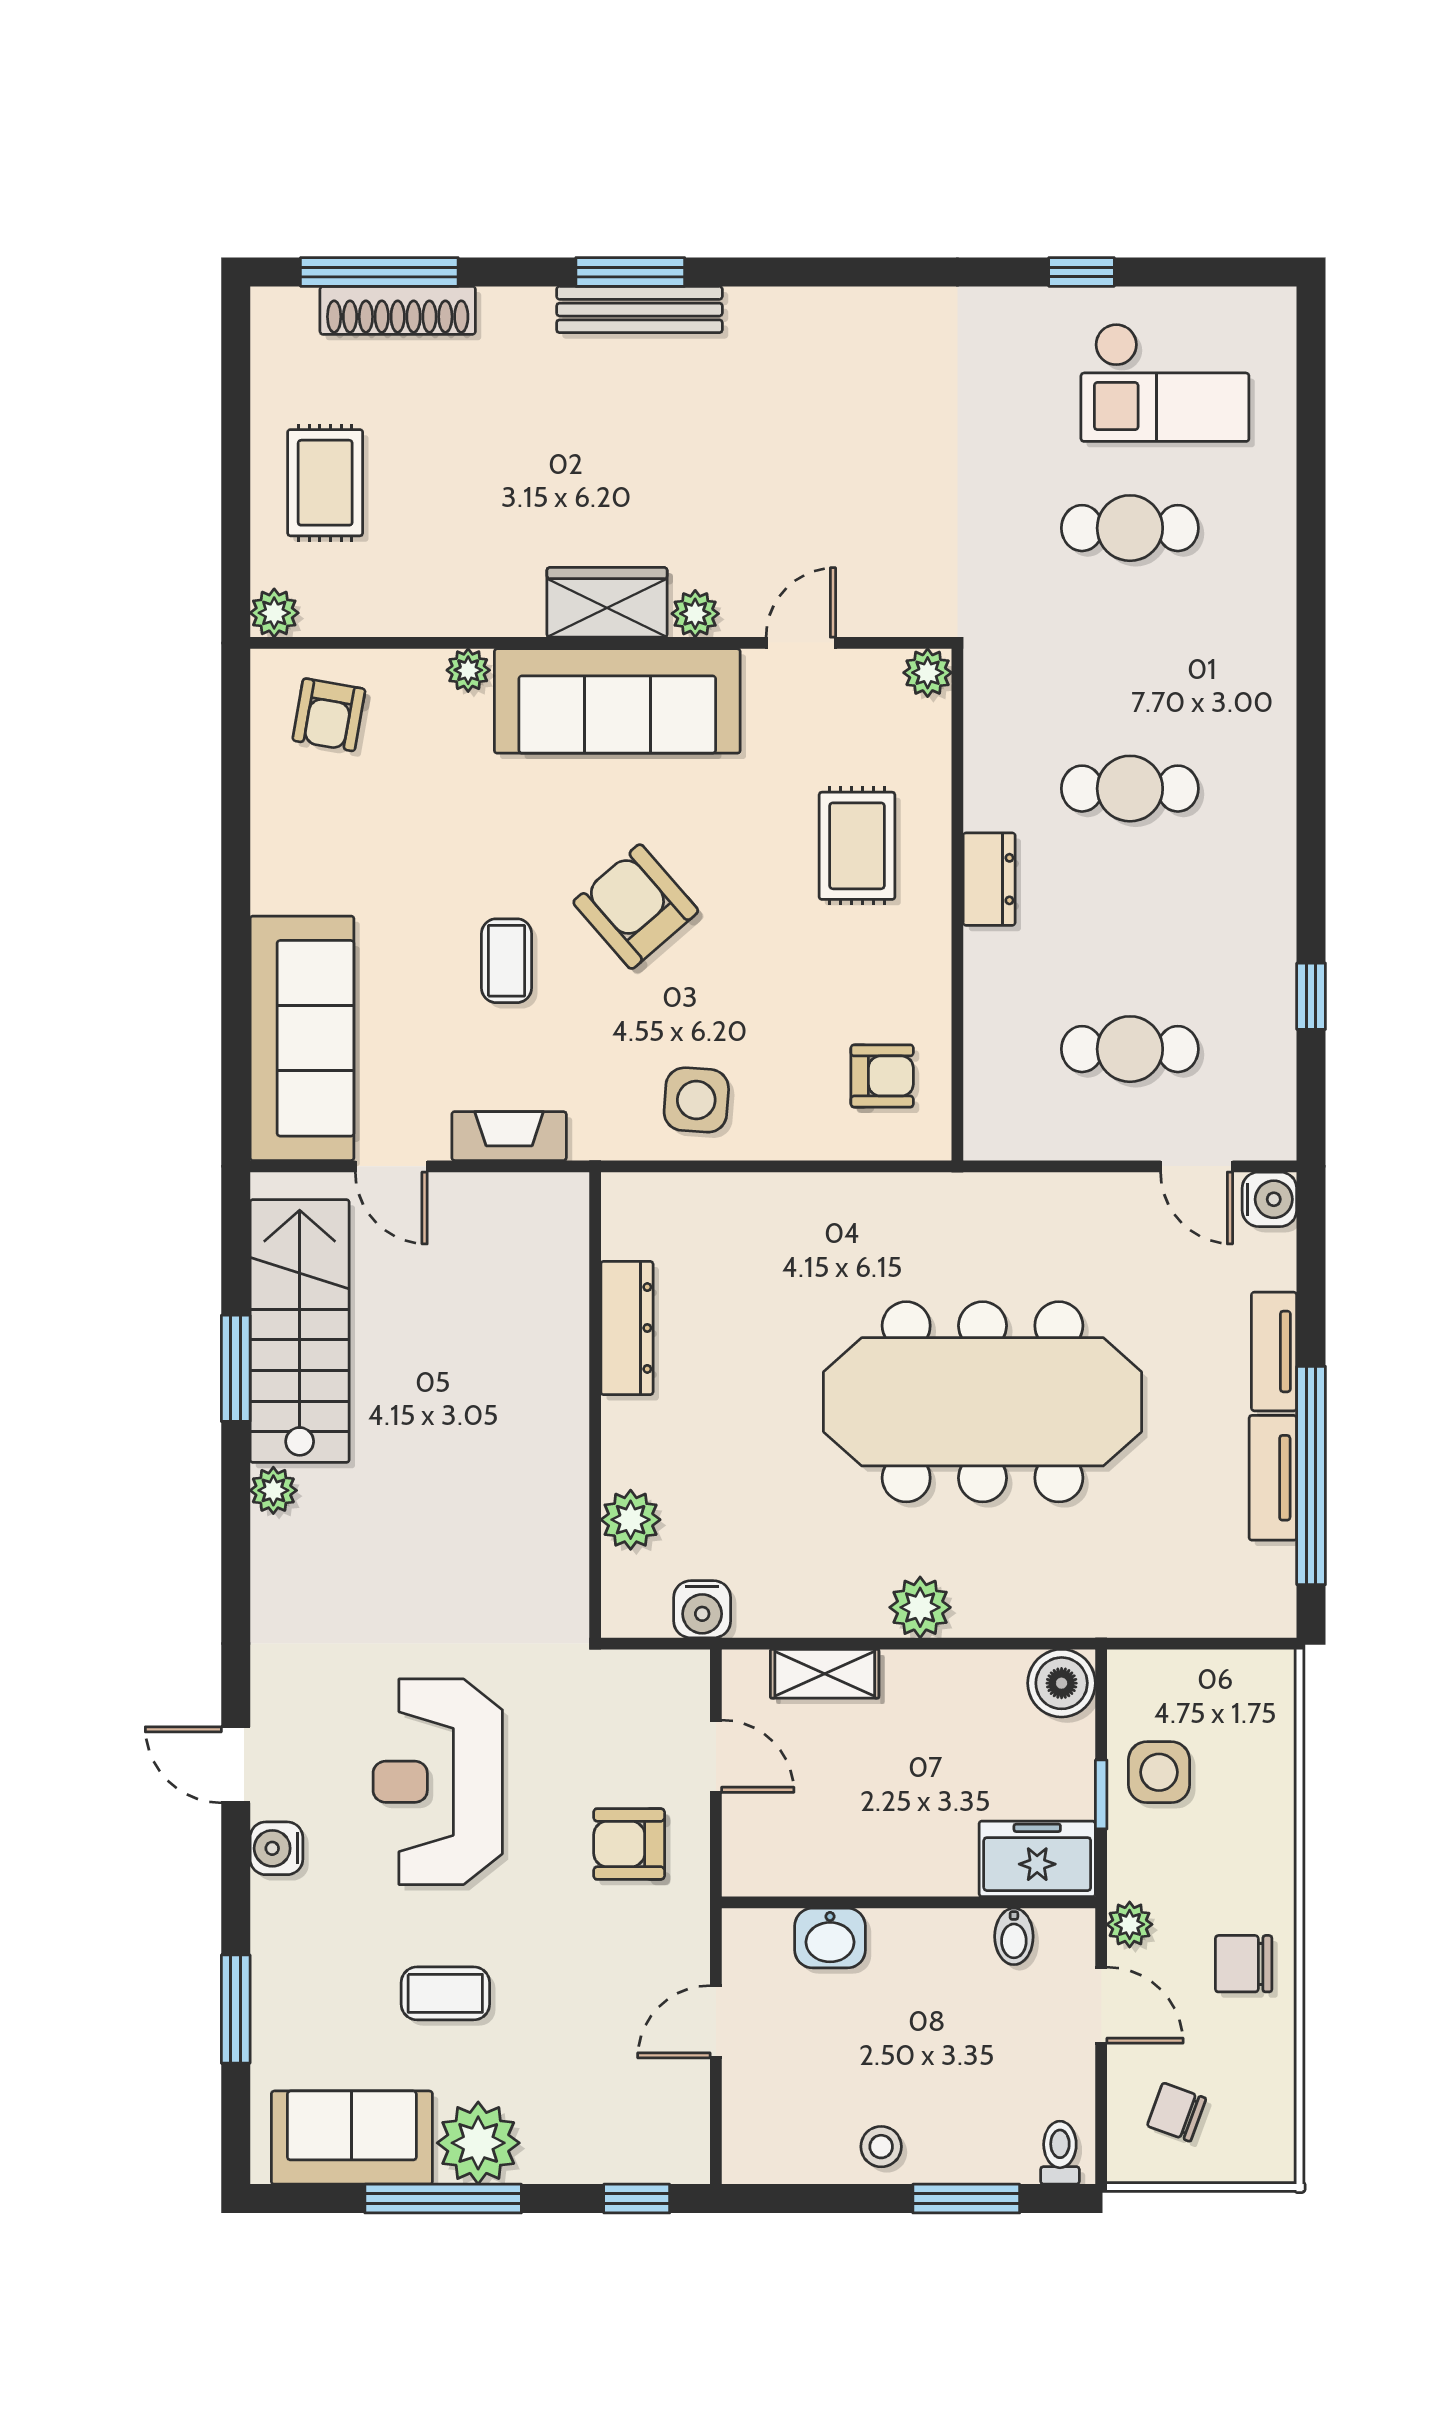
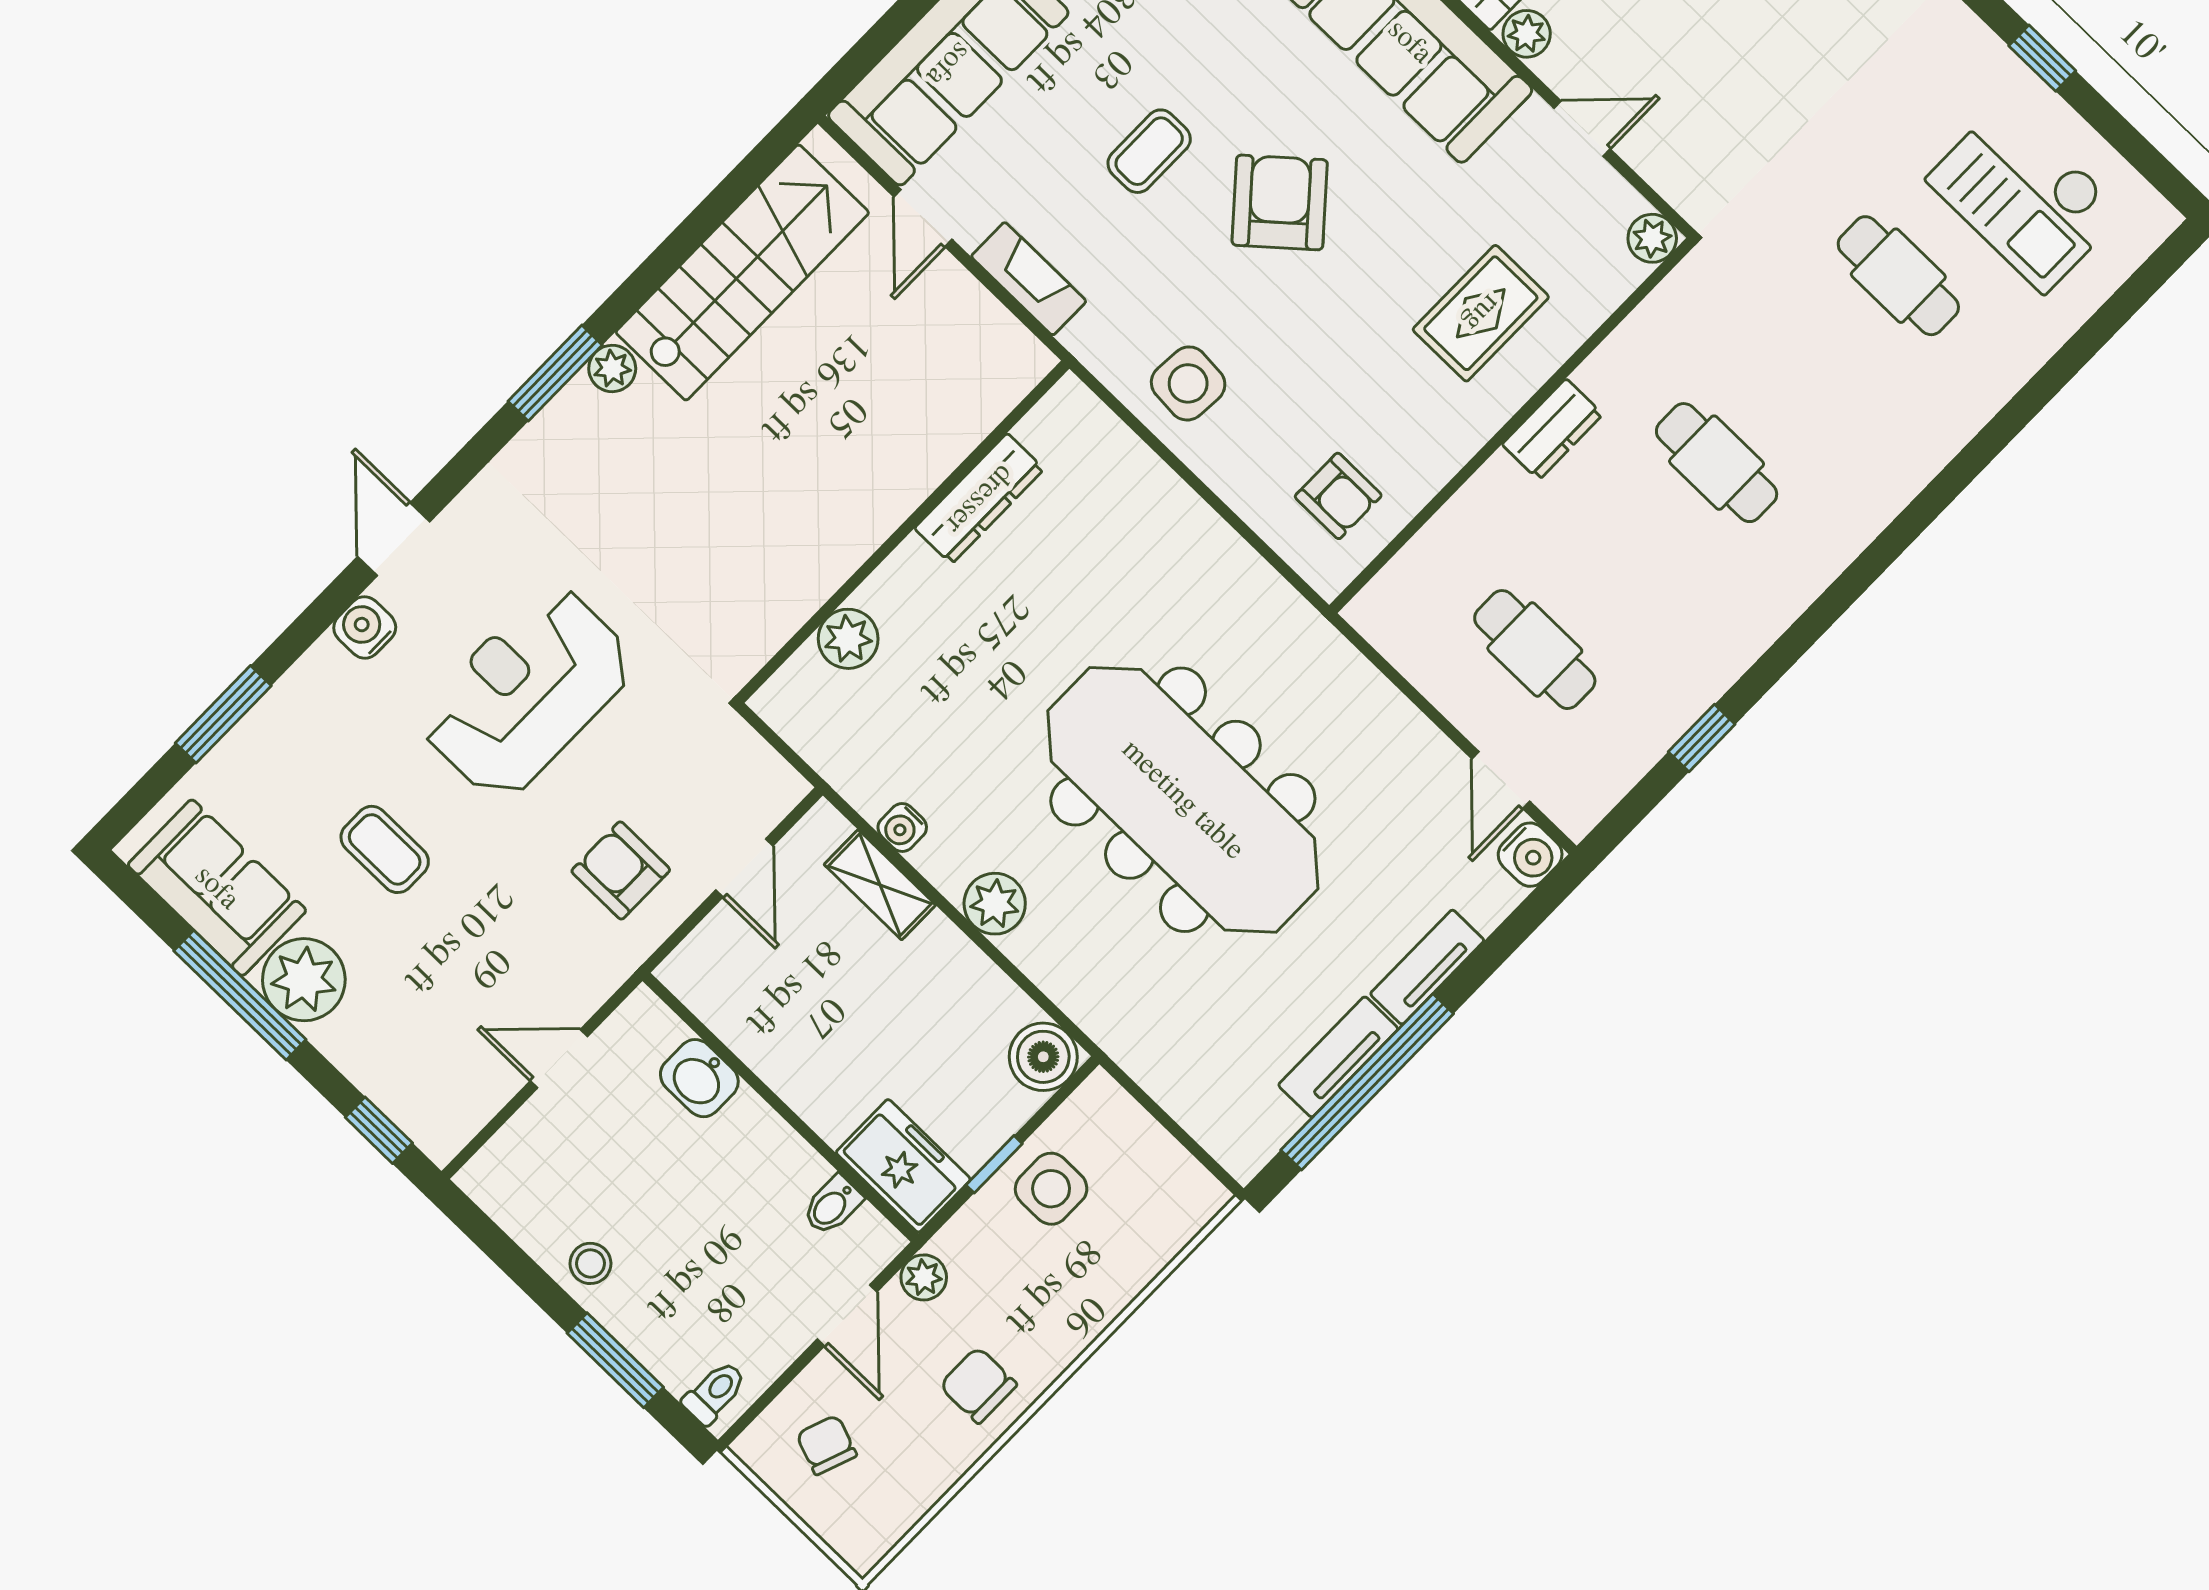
window: (236, 1368) -> (555, 373), moved
water cooler: (702, 1609) -> (902, 827), moved, width x0.72, depth x0.72

